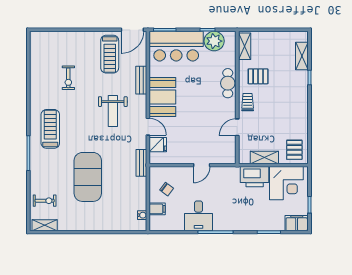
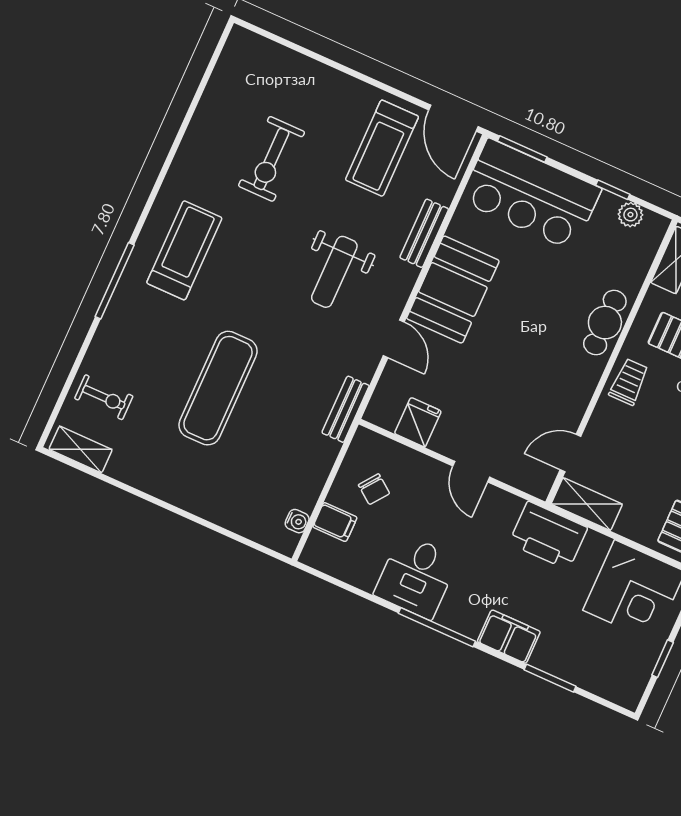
door: (132, 30) -> (453, 118), hinge flipped
plant: (214, 41) -> (630, 215), width x0.53, depth x0.53
exercise bike: (68, 78) -> (271, 159), width x1.38, depth x1.39
door: (237, 127) -> (570, 453), moved
fridge: (158, 145) -> (418, 422), moved, turned -90
shelving: (264, 157) -> (587, 504), moved
door: (202, 165) -> (471, 472), hinge flipped
exercise mat: (88, 177) -> (218, 388), width x0.68
printer: (255, 177) -> (548, 536), moved
filing cabinet: (297, 223) -> (509, 637), moved

